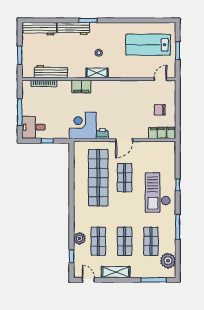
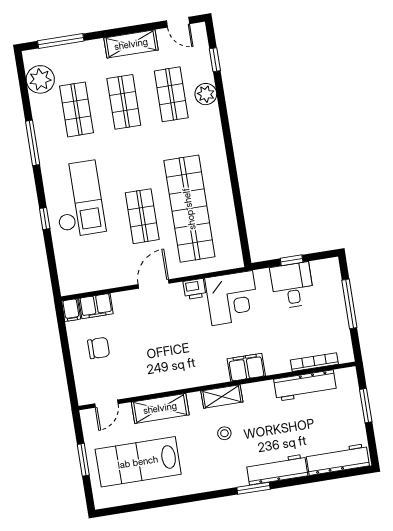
lab bench: (148, 45) -> (138, 462), turned 180
shelving: (132, 72) -> (160, 408), added
desk: (33, 127) -> (292, 285), moved, turned -90

